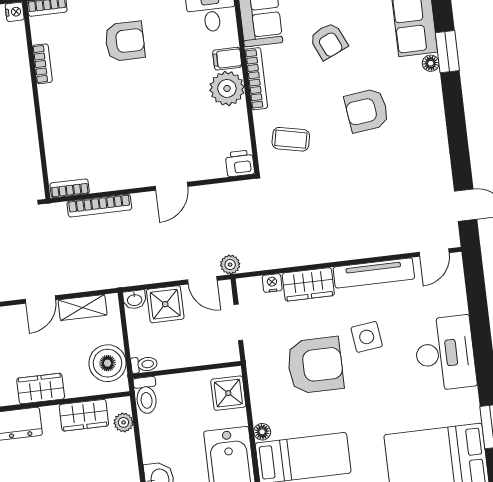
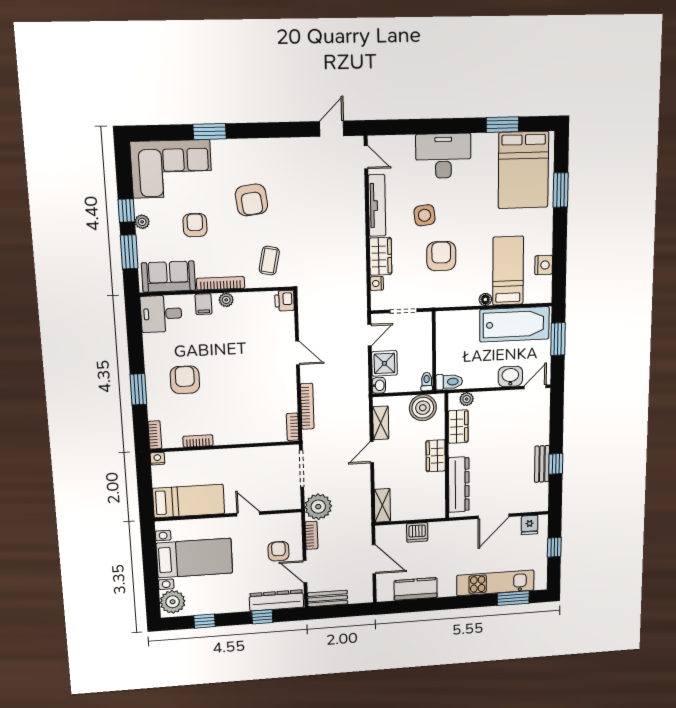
armchair: (329, 41) -> (195, 225), turned -66
floor lamp: (431, 63) -> (218, 146), removed
plant: (227, 88) -> (226, 300), width x0.53, depth x0.53
plant: (230, 265) -> (360, 314), removed
door: (40, 299) -> (372, 452), swing flipped
armchair: (315, 365) -> (441, 256), width x0.73, depth x0.73
shower: (228, 393) -> (454, 322), removed

